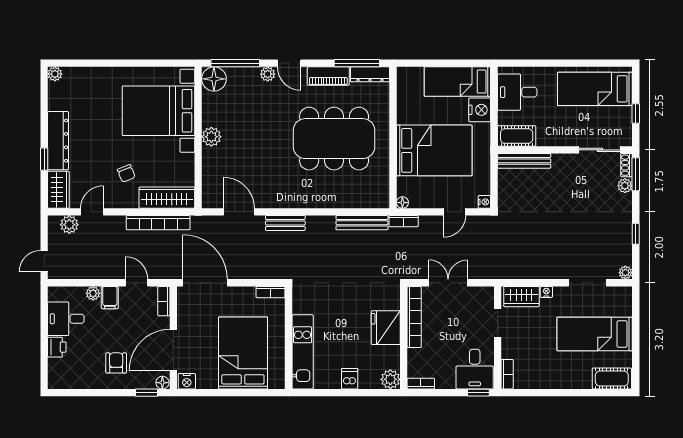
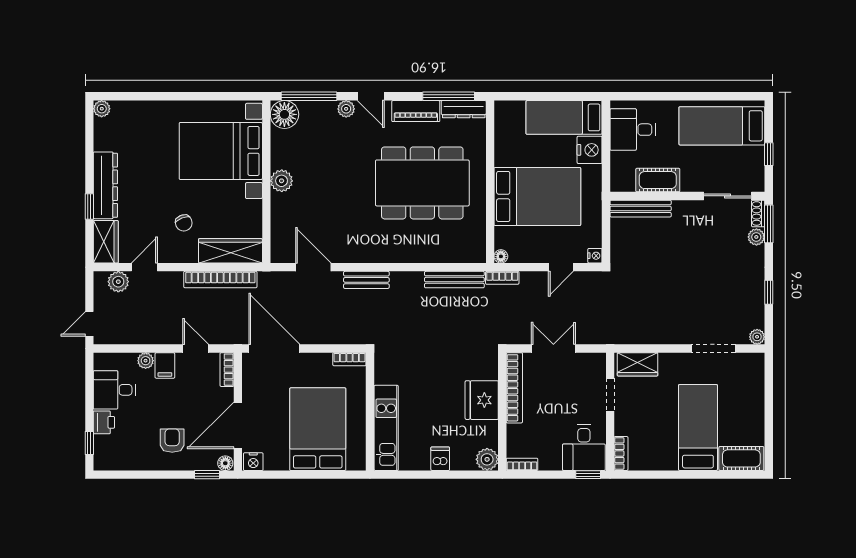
cot: (517, 136) -> (658, 180), moved
nightstand: (546, 292) -> (666, 359), removed
bed: (595, 334) -> (698, 427), moved, turned 90
window: (44, 365) -> (89, 443), added

